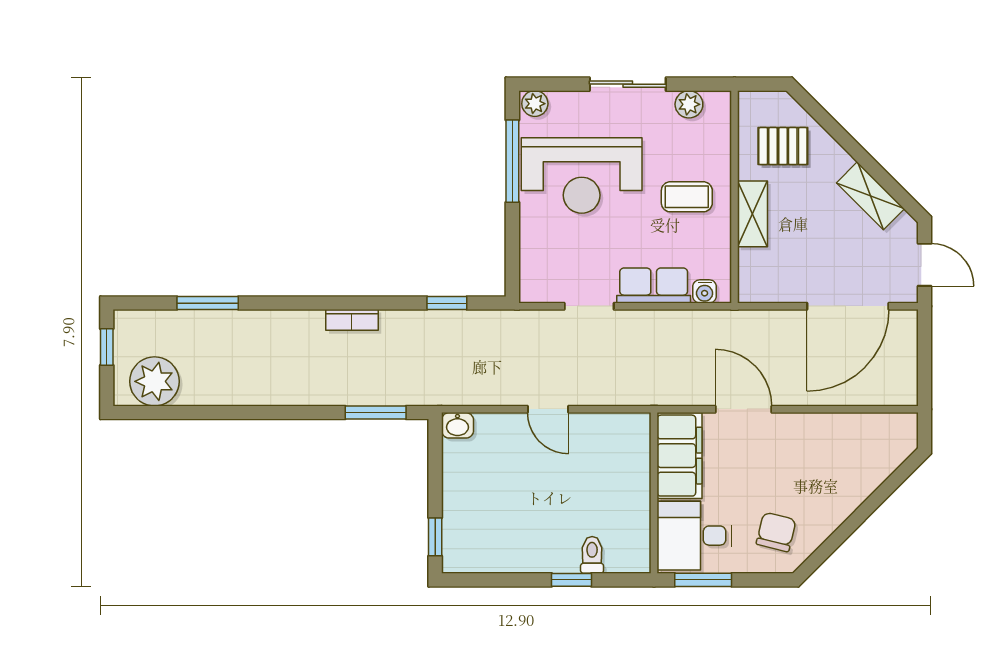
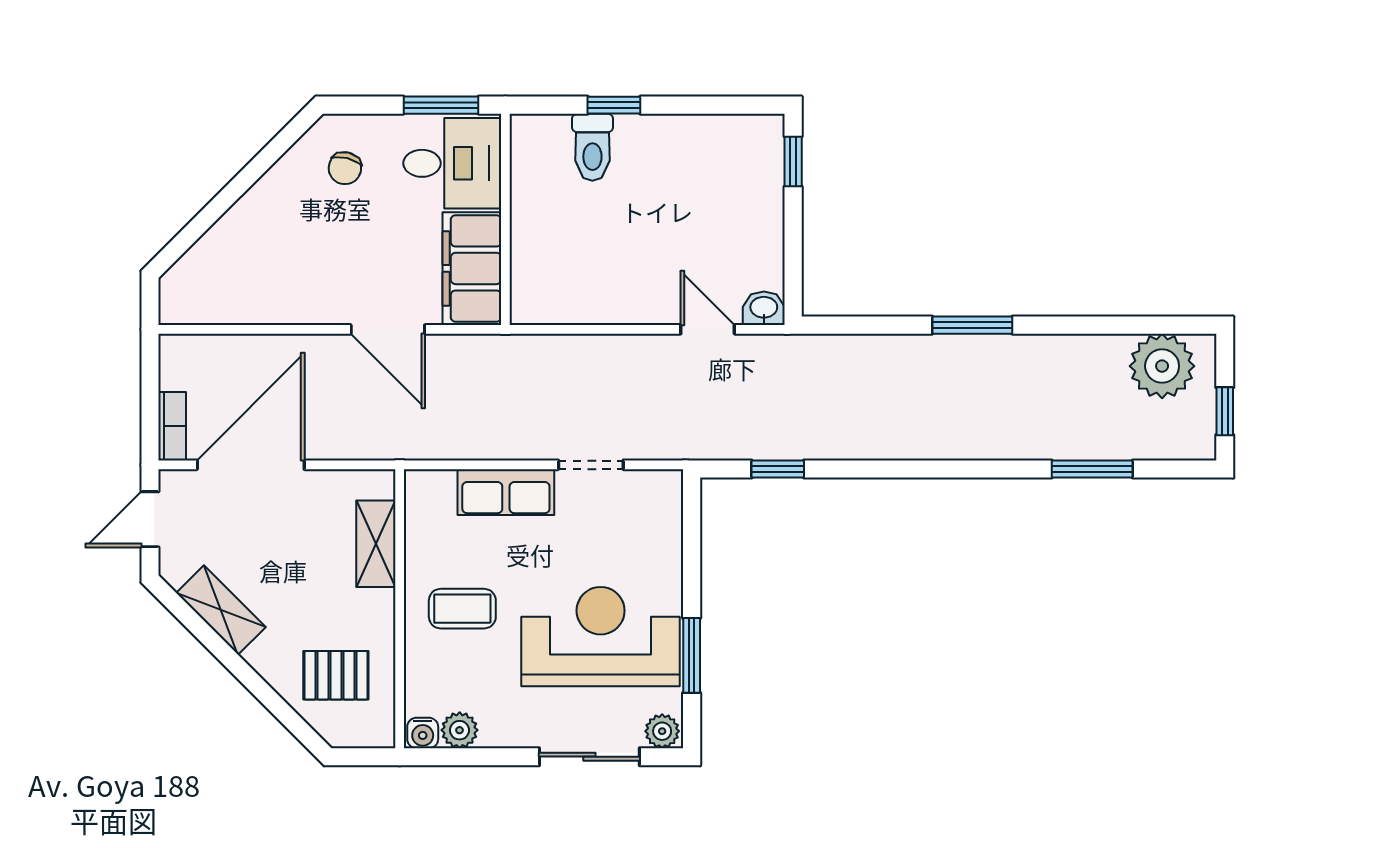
sliding door: (628, 84) -> (589, 757), moved
window: (512, 161) -> (692, 655), width x0.69
shelving: (753, 214) -> (376, 544), moved
door: (924, 265) -> (150, 519), hinge flipped
water cooler: (705, 291) -> (423, 733), moved, turned 180
bookcase: (352, 320) -> (172, 426), moved, turned 90
door: (548, 409) -> (708, 329), moved
window: (376, 412) -> (972, 325), moved
chair: (776, 532) -> (345, 168), width x0.73, depth x0.73
toilet: (592, 555) -> (592, 147), width x1.37, depth x1.39

